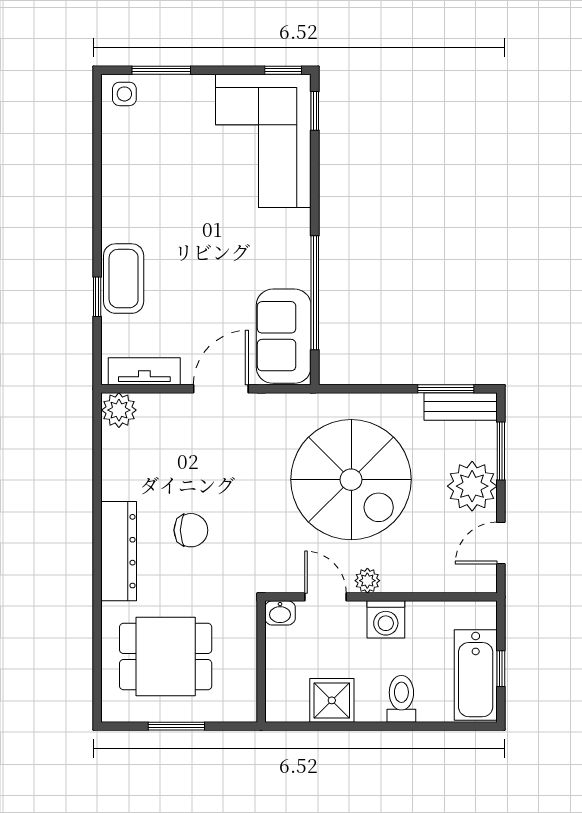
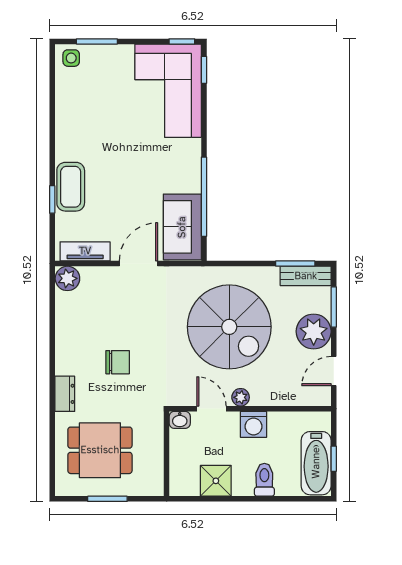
dresser: (119, 551) -> (65, 394), width x0.51, depth x0.80

